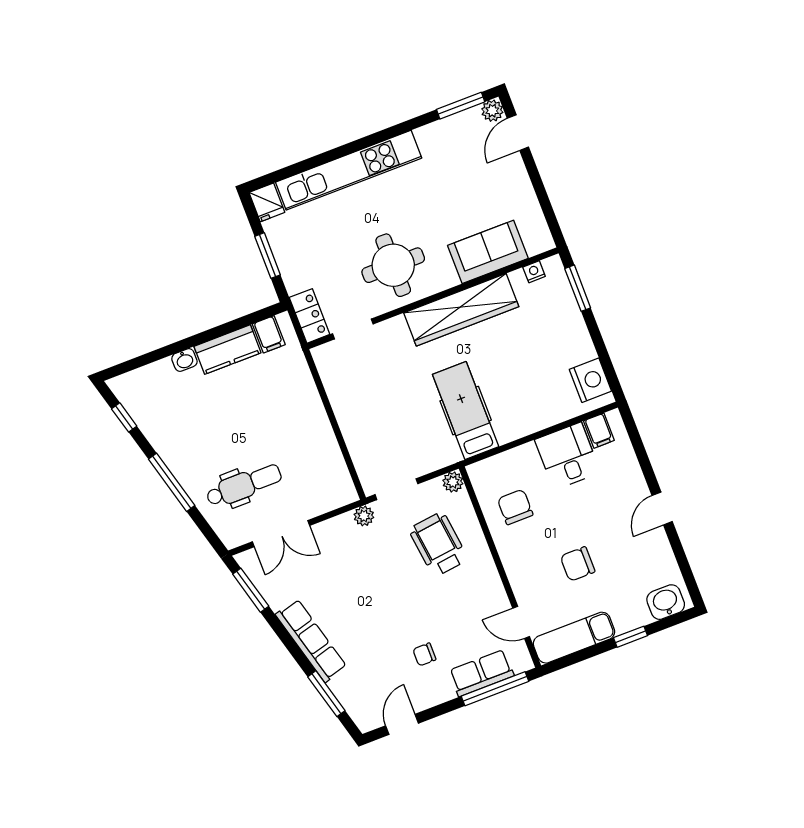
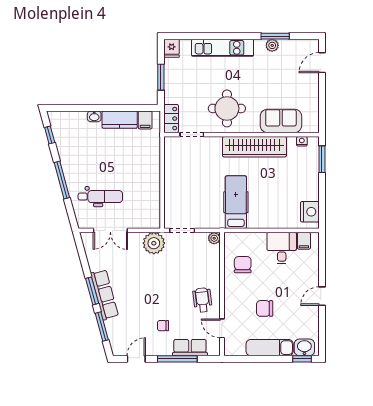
window: (461, 106) -> (275, 36), moved
plant: (492, 111) -> (272, 45), moved
kitchen unit: (349, 170) -> (223, 48), width x0.73
plant: (364, 516) -> (154, 243), width x1.88, depth x1.88
wheelchair: (438, 544) -> (202, 300), moved, width x0.73, depth x0.73
window: (251, 590) -> (92, 291), moved
window: (631, 637) -> (302, 359), moved
exam couch: (574, 638) -> (270, 348), moved
window: (495, 689) -> (177, 359), moved

